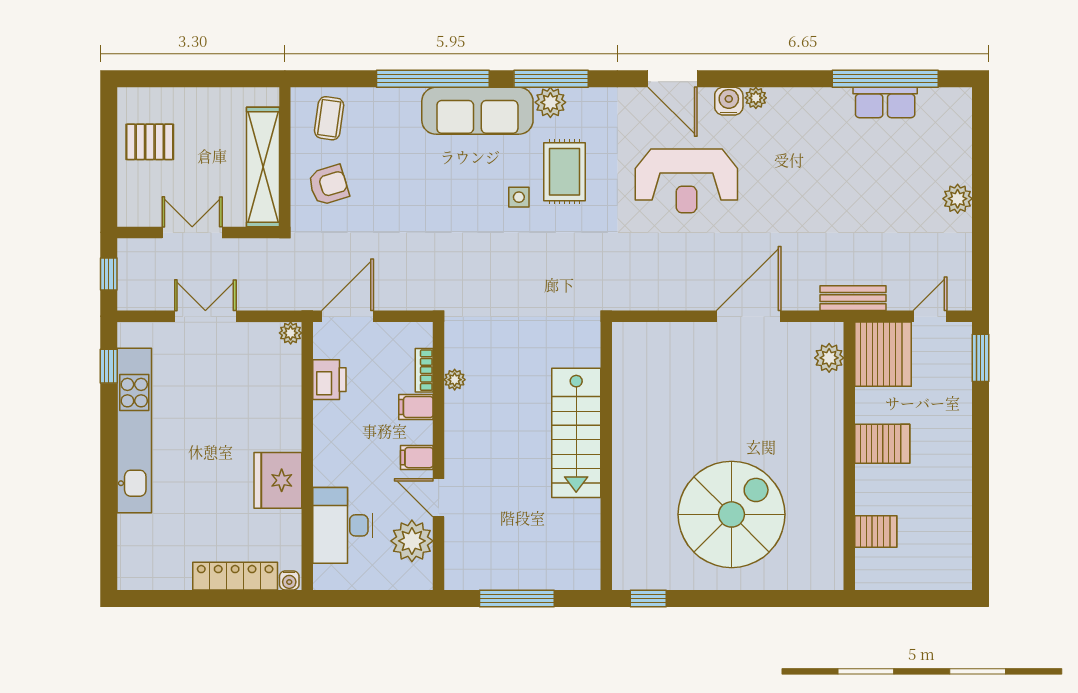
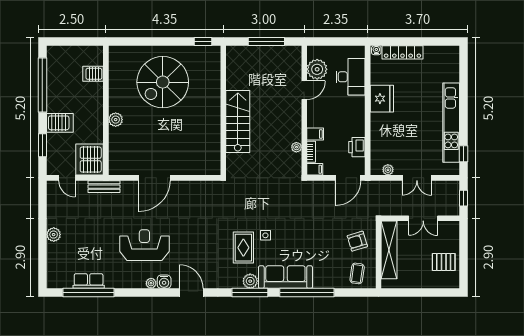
reception desk: (686, 181) -> (144, 245), moved
door: (930, 316) -> (67, 178), hinge flipped
plant: (291, 333) -> (388, 170), moved
plant: (829, 358) -> (116, 120), moved
window: (981, 358) -> (42, 145), moved
server rack: (882, 444) -> (60, 123), moved, turned 180
filing cabinet: (417, 458) -> (315, 169), moved
door: (439, 498) -> (304, 90), hinge flipped
window: (981, 509) -> (42, 85), added

